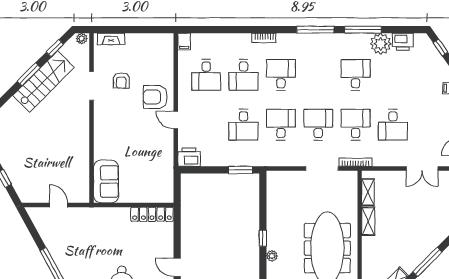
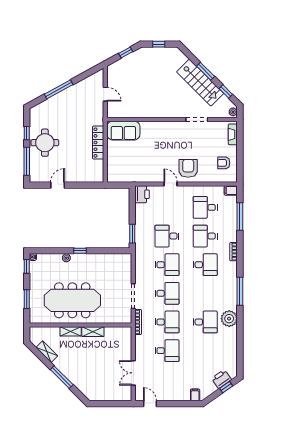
window: (363, 30) -> (240, 217), moved
printer: (403, 42) -> (222, 379), moved, turned 55
plant: (381, 44) -> (229, 319), moved
armchair: (121, 81) -> (224, 163), moved
door: (176, 120) -> (171, 184), hinge flipped
desk: (393, 125) -> (167, 351), turned 180
shelving: (368, 192) -> (71, 331), moved
door: (59, 205) -> (105, 94), hinge flipped
locker: (152, 214) -> (98, 143), moved

